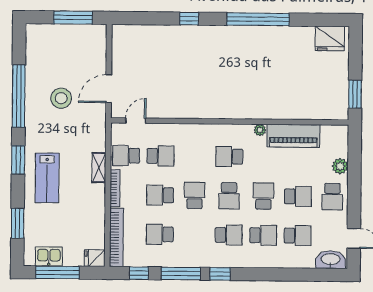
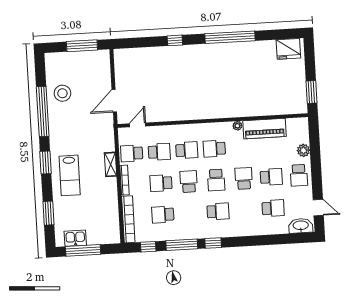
stool: (61, 98) -> (62, 93), moved
school desk: (263, 235) -> (187, 150), moved
fridge: (95, 258) -> (112, 237), removed

